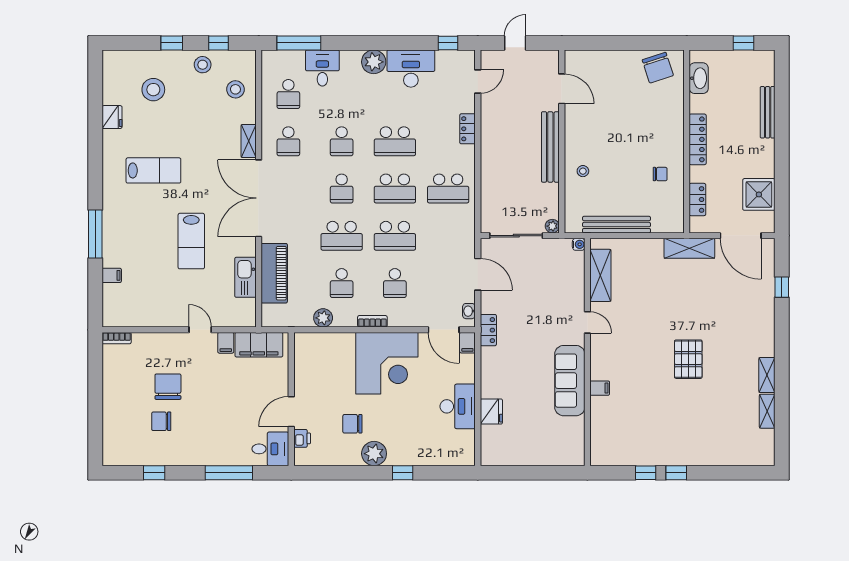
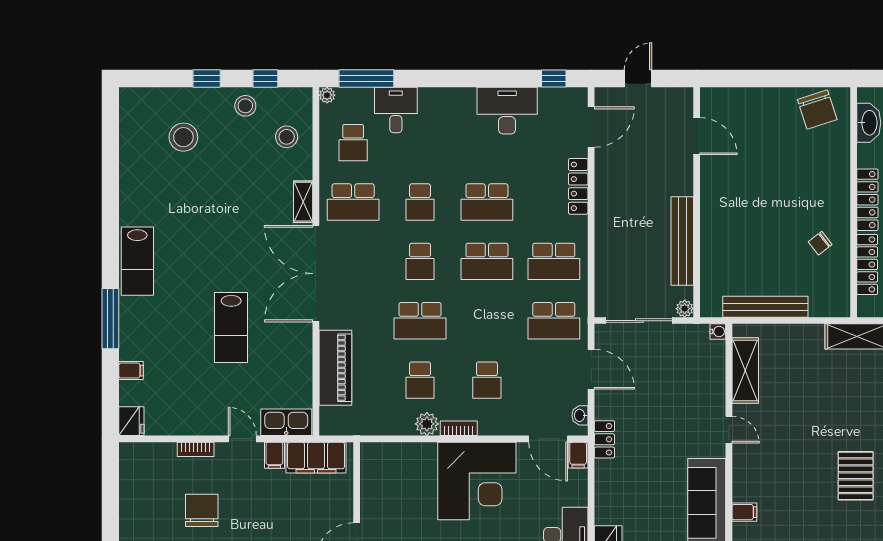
plant: (374, 62) -> (327, 95), moved, width x0.53, depth x0.53
door: (478, 82) -> (591, 127), width x1.38
fridge: (112, 117) -> (131, 421), moved
locker: (468, 129) -> (578, 186), width x1.53
school desk: (288, 141) -> (353, 202), width x1.85
bench: (550, 147) -> (682, 241), moved
lab bench: (153, 170) -> (137, 261), moved, turned 90
stool: (583, 171) -> (723, 240), removed
chair: (660, 174) -> (820, 243), turned 142
locker: (697, 200) -> (867, 264), width x1.53
school desk: (395, 236) -> (554, 321), moved
kitchen sink: (245, 277) -> (286, 422), moved, turned 90
plant: (323, 318) -> (427, 424), moved
bookcase: (117, 338) -> (196, 449), moved

